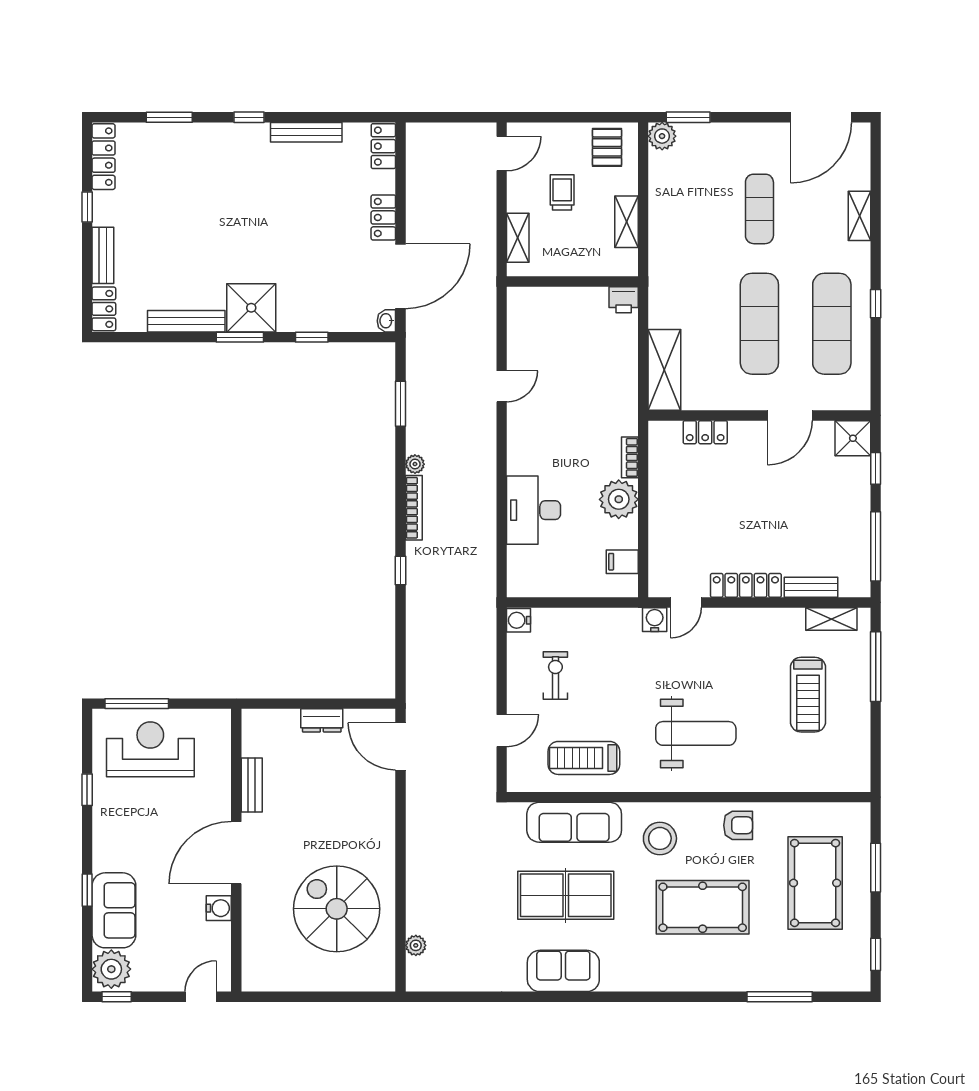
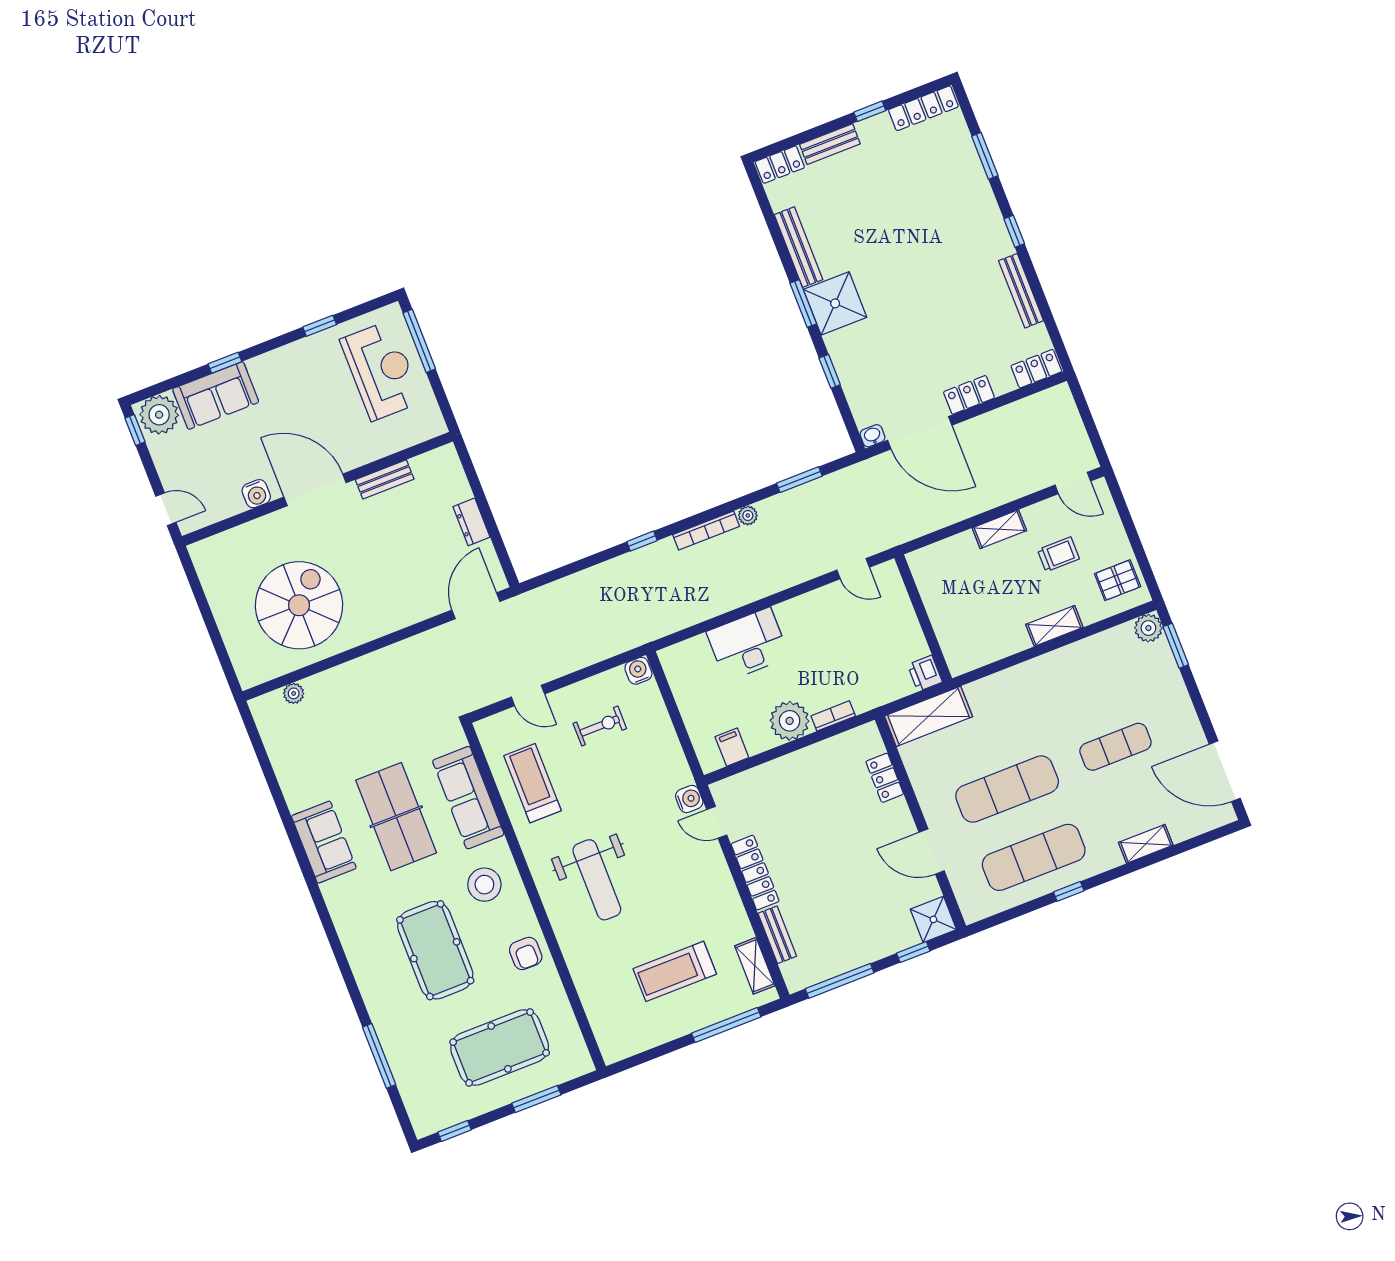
wall: (572, 281) -> (923, 618), moved
printer: (624, 300) -> (925, 673), moved

